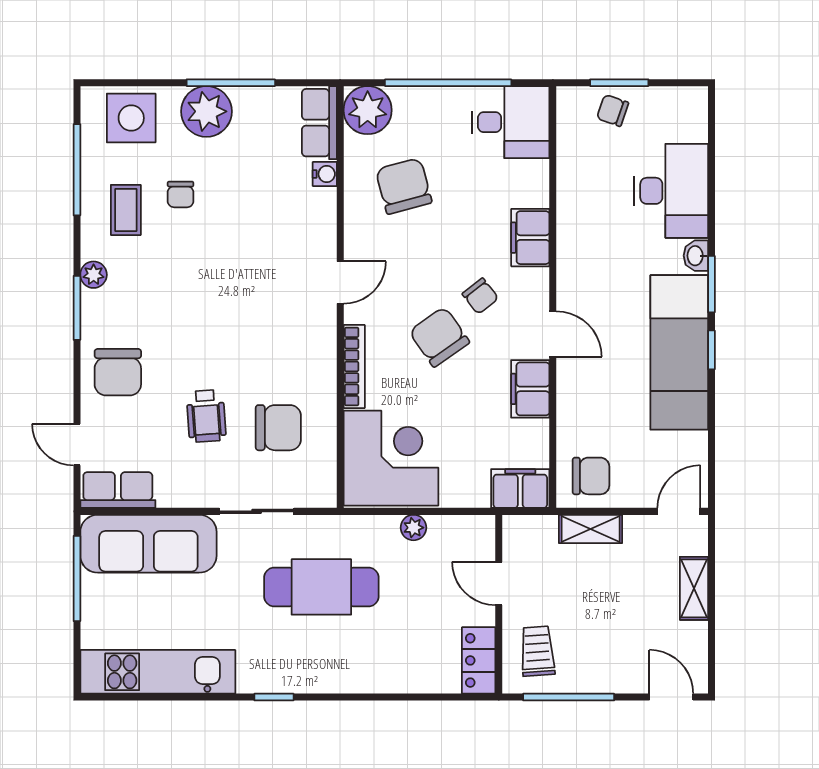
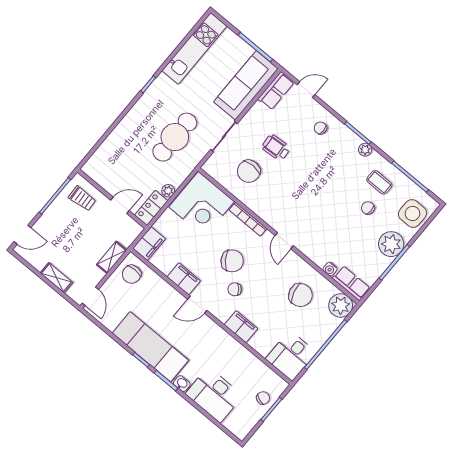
chair: (118, 372) -> (321, 128), width x0.54, depth x0.54
locker: (479, 660) -> (151, 208), moved, turned -90

